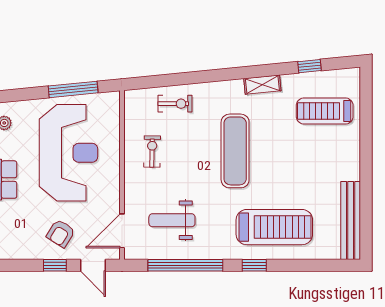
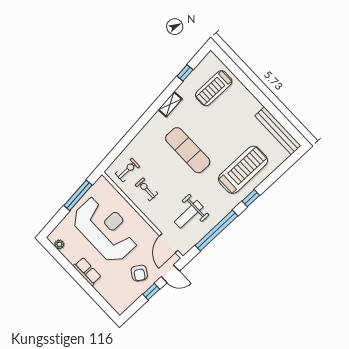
exercise bike: (175, 104) -> (127, 170), moved

